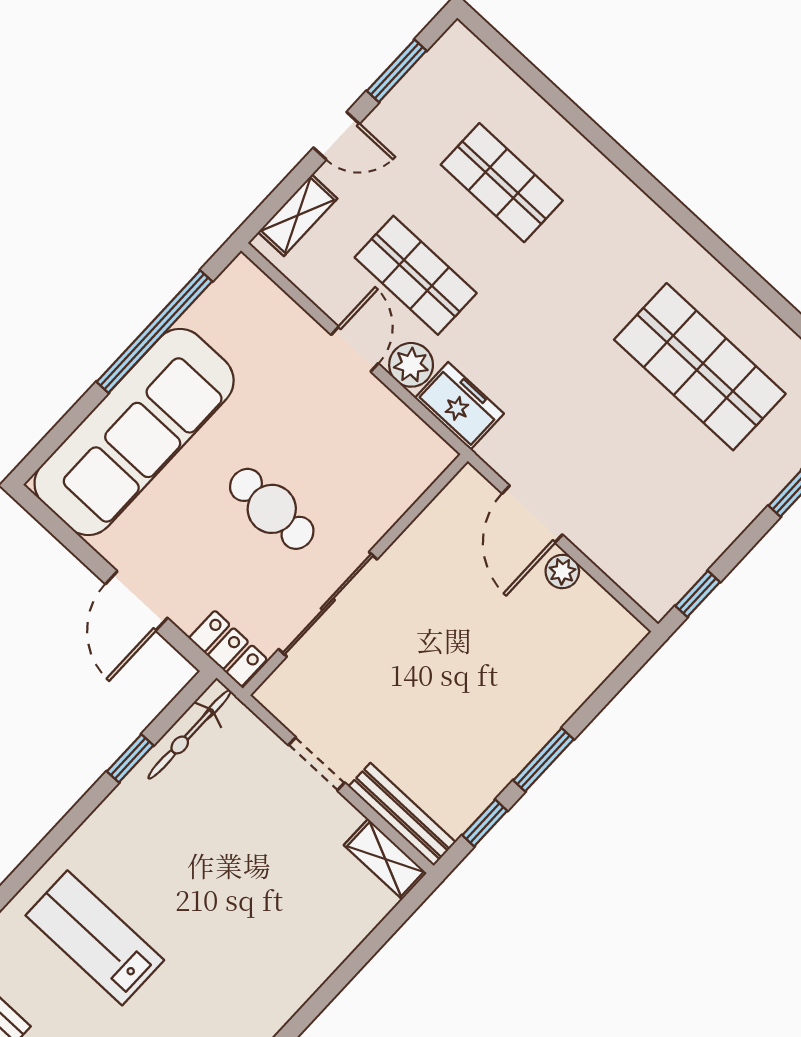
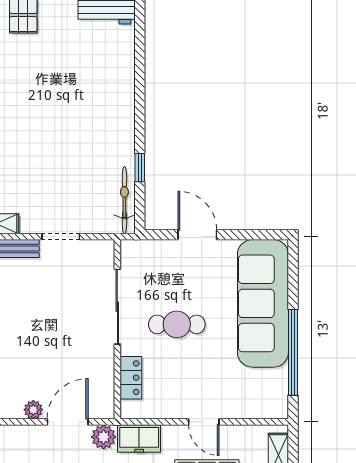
plant: (411, 365) -> (104, 437), moved
door: (532, 514) -> (68, 422), hinge flipped
locker: (228, 649) -> (131, 378), moved, turned -90
lab bench: (95, 938) -> (86, 80), removed

